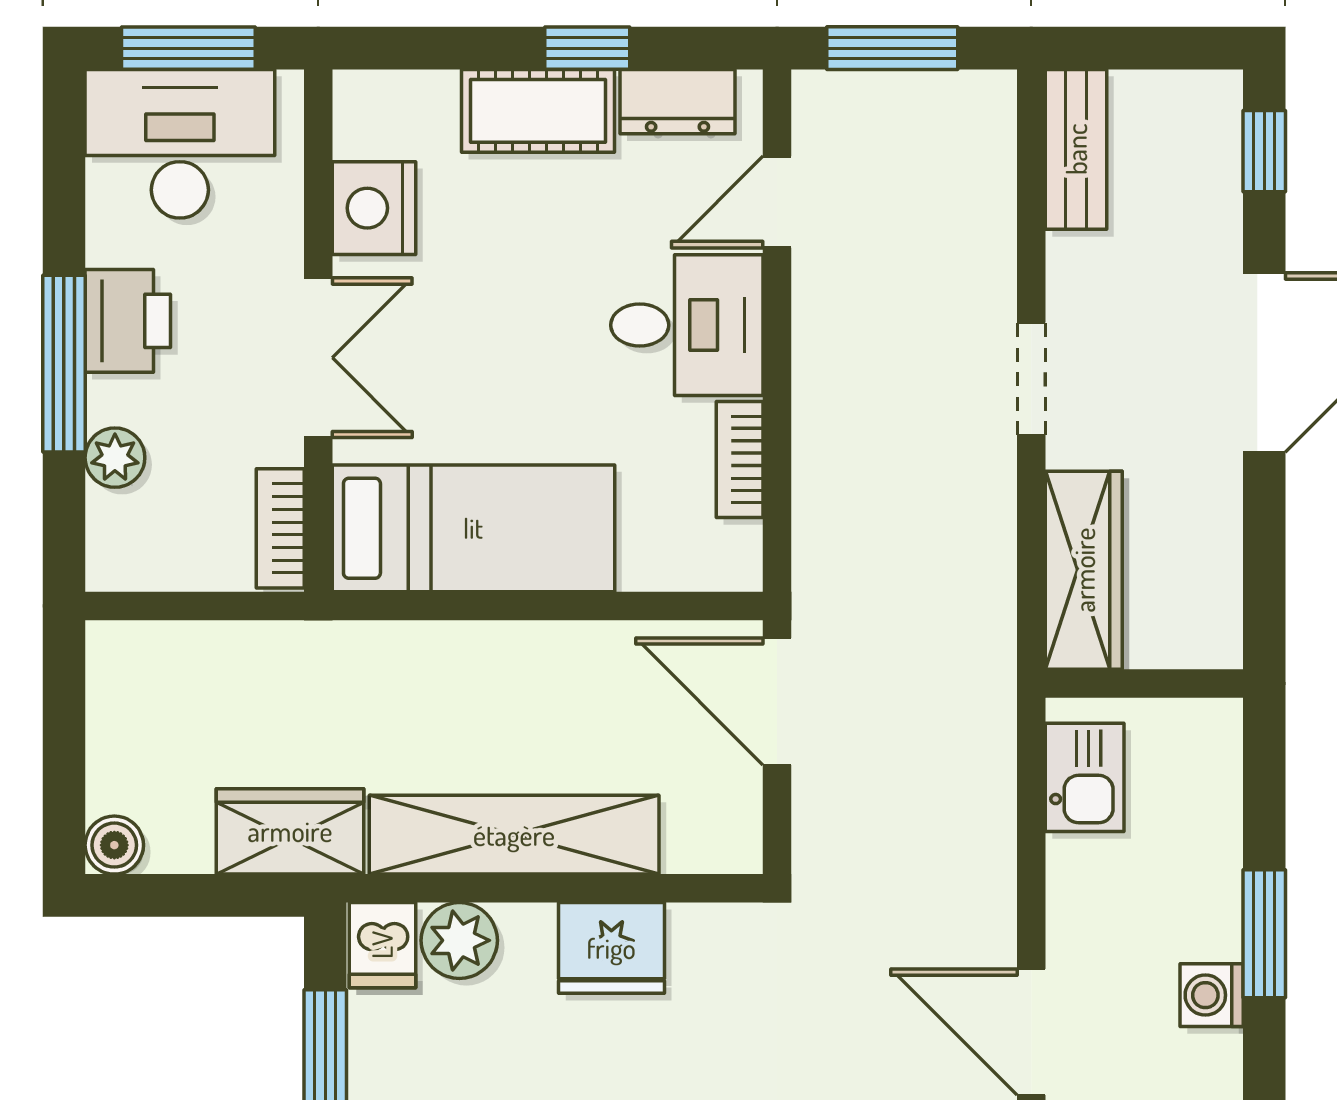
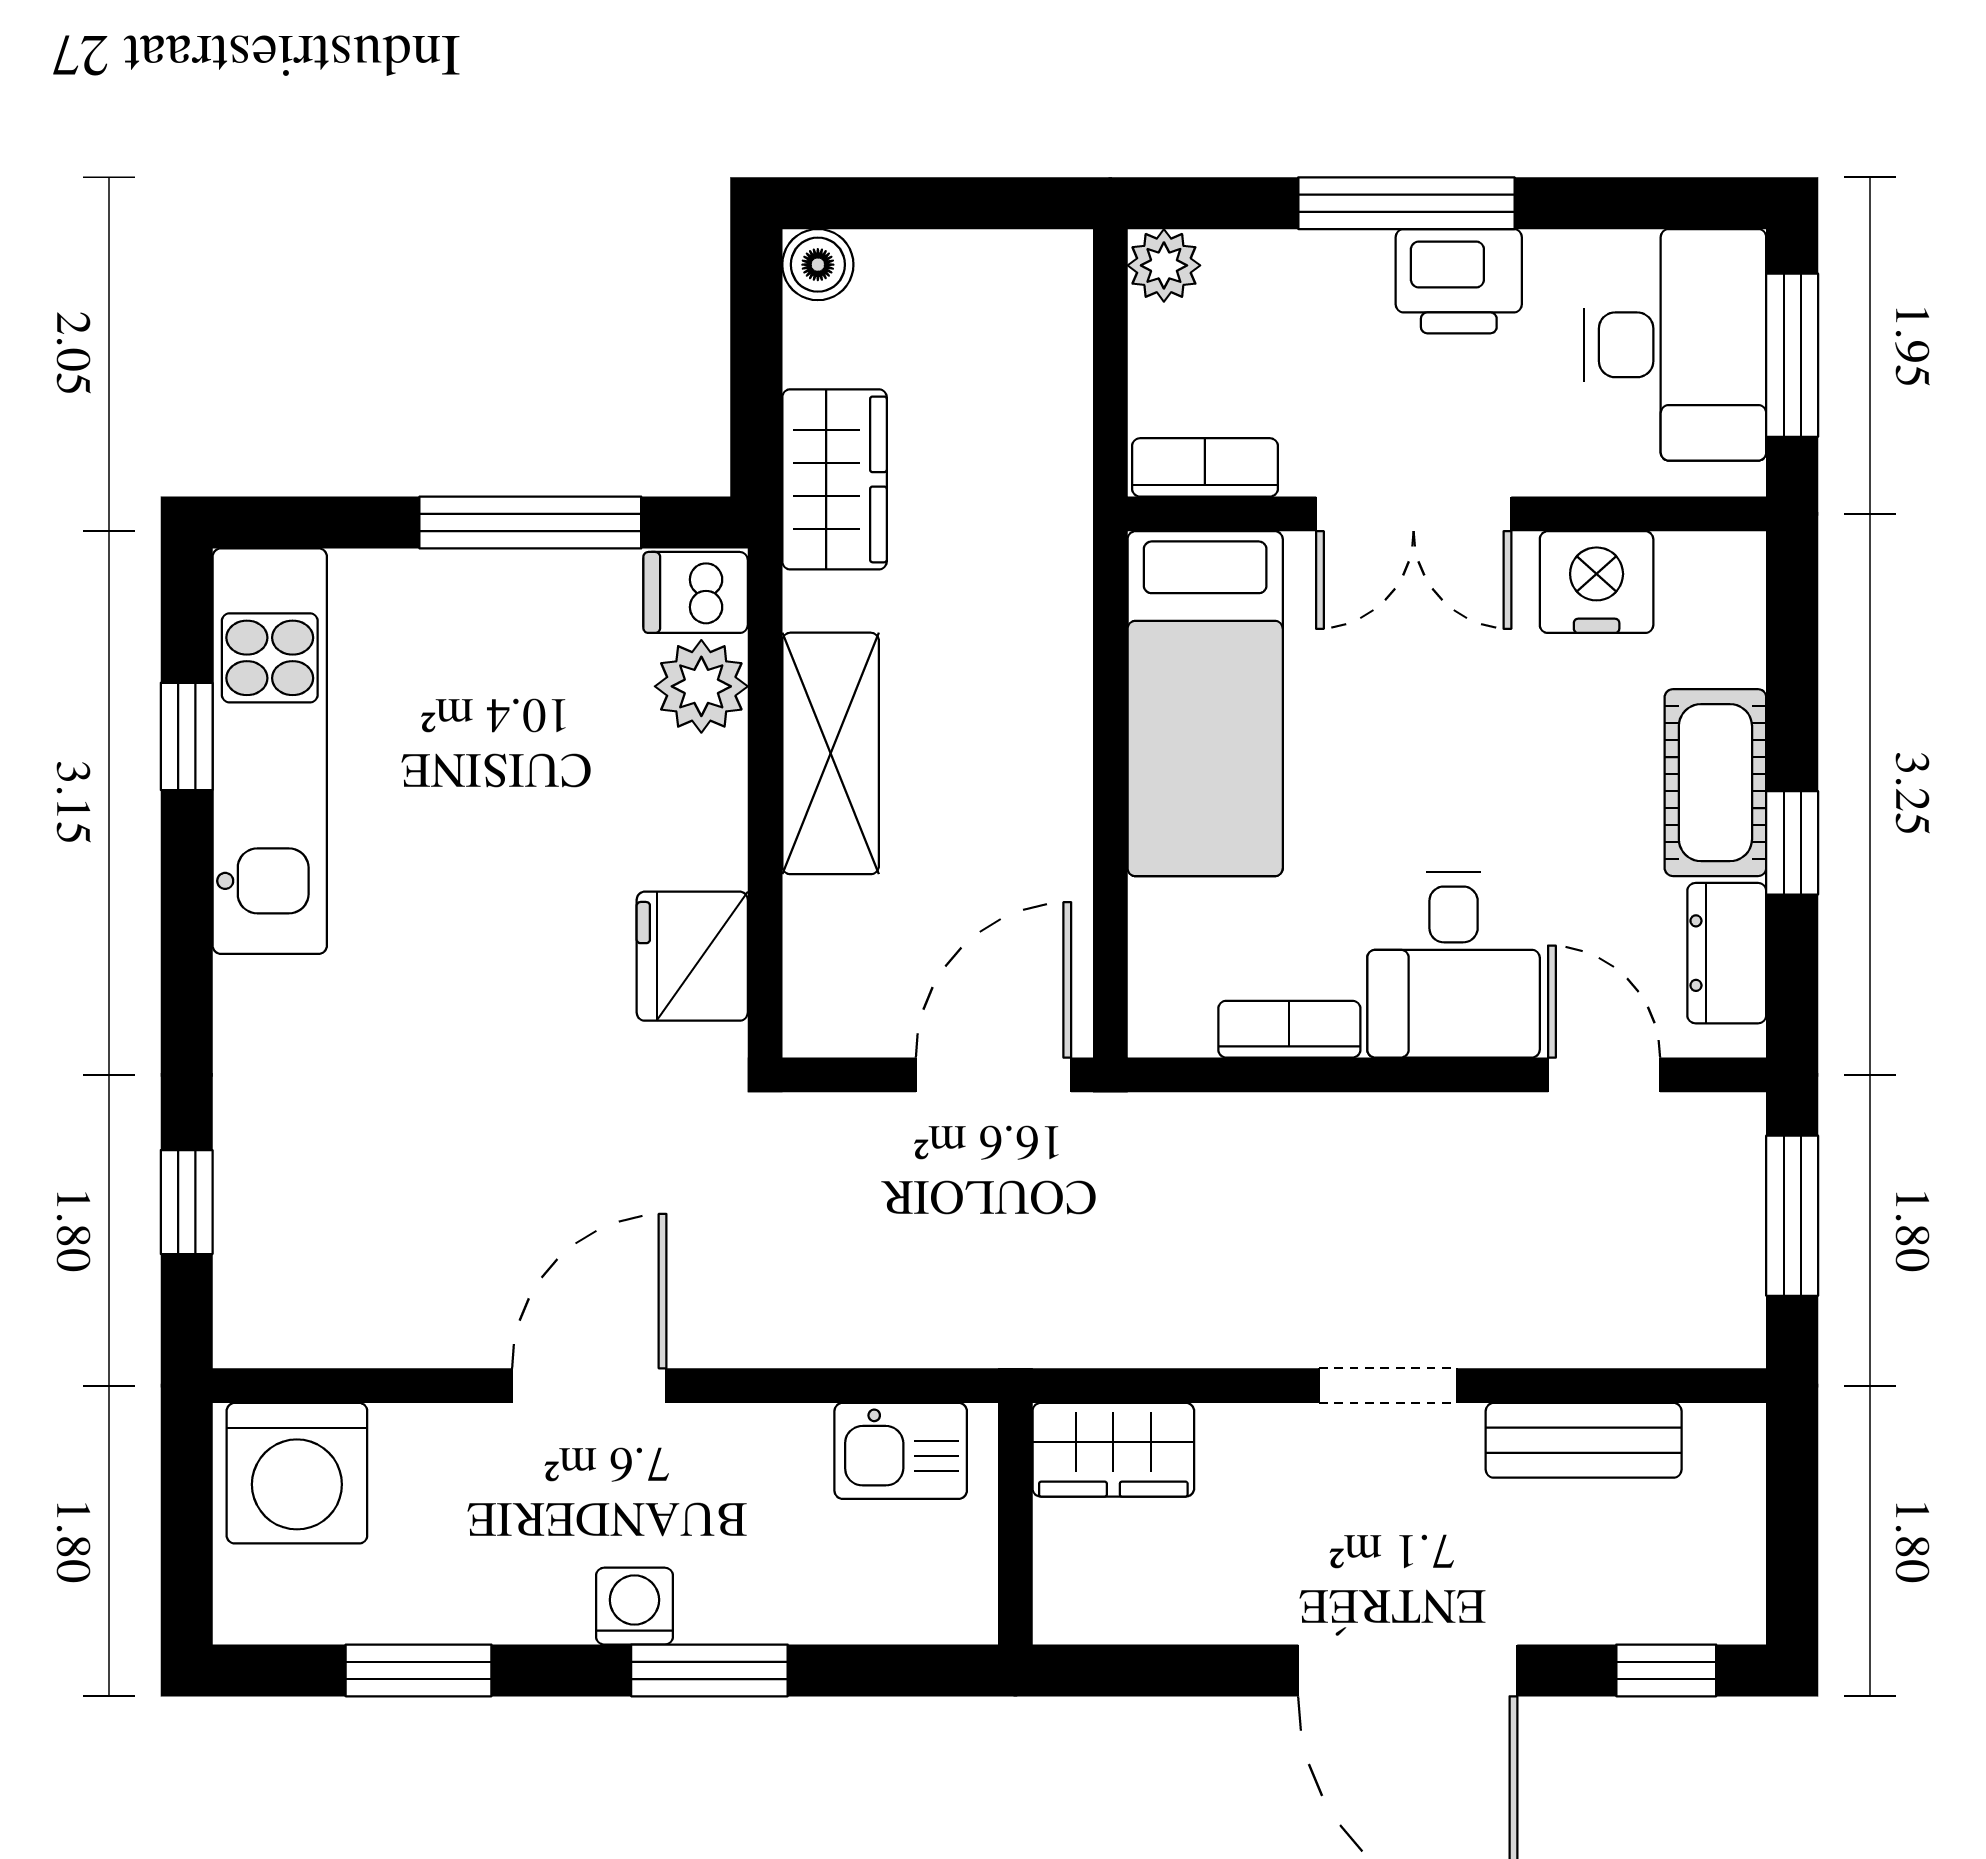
bench: (1076, 149) -> (1584, 1440), moved
plant: (115, 458) -> (1164, 265), moved
wardrobe: (1084, 570) -> (1113, 1450), width x0.67
shelving: (514, 835) -> (831, 753), width x0.68
fridge: (611, 948) -> (692, 956), moved

